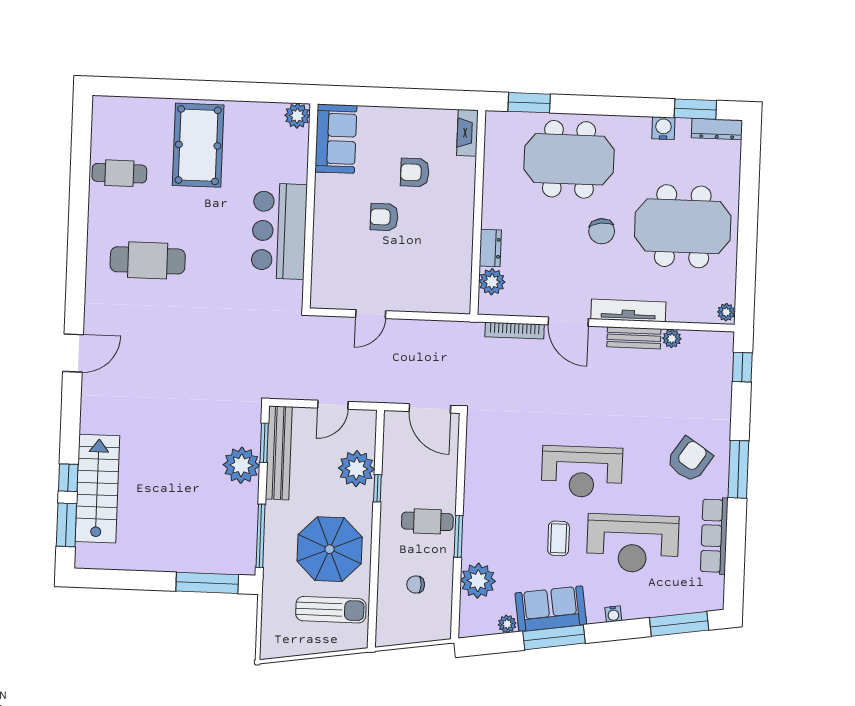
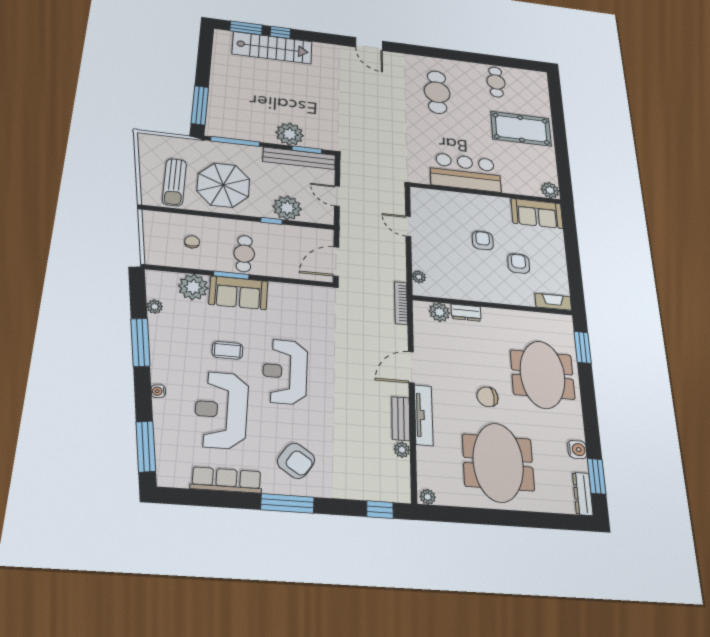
plant: (444, 305) -> (419, 277), added
bookcase: (515, 331) -> (401, 303), moved
sofa: (551, 609) -> (238, 293), moved, turned 98

